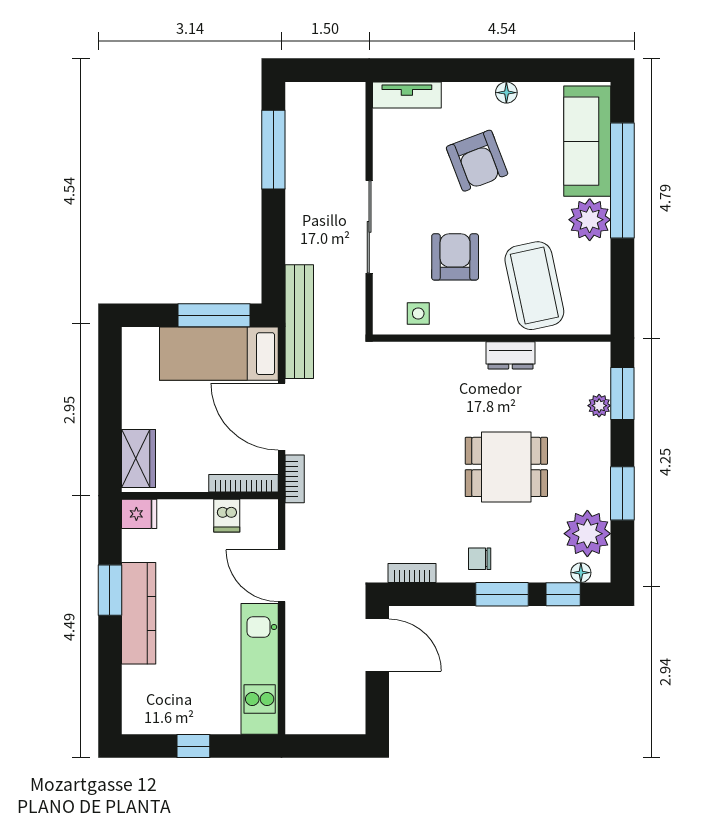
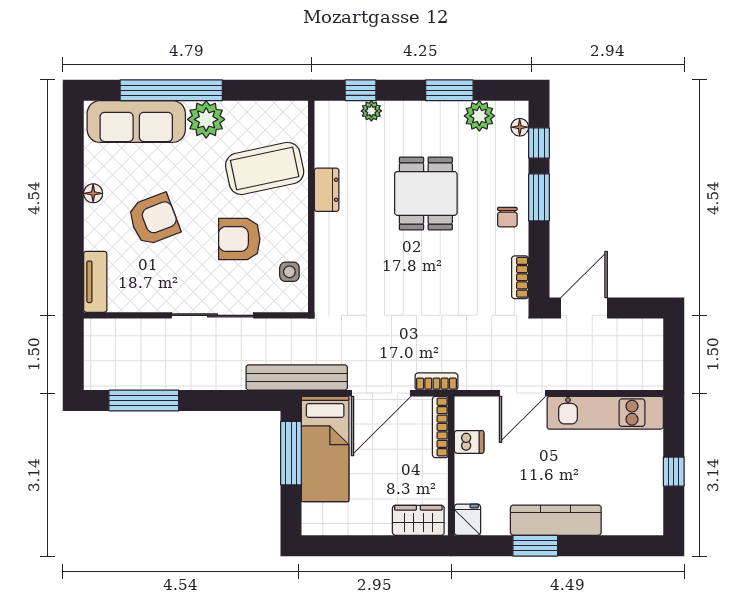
window: (622, 393) -> (361, 90), width x0.67
plant: (587, 534) -> (479, 116), width x0.73, depth x0.73

